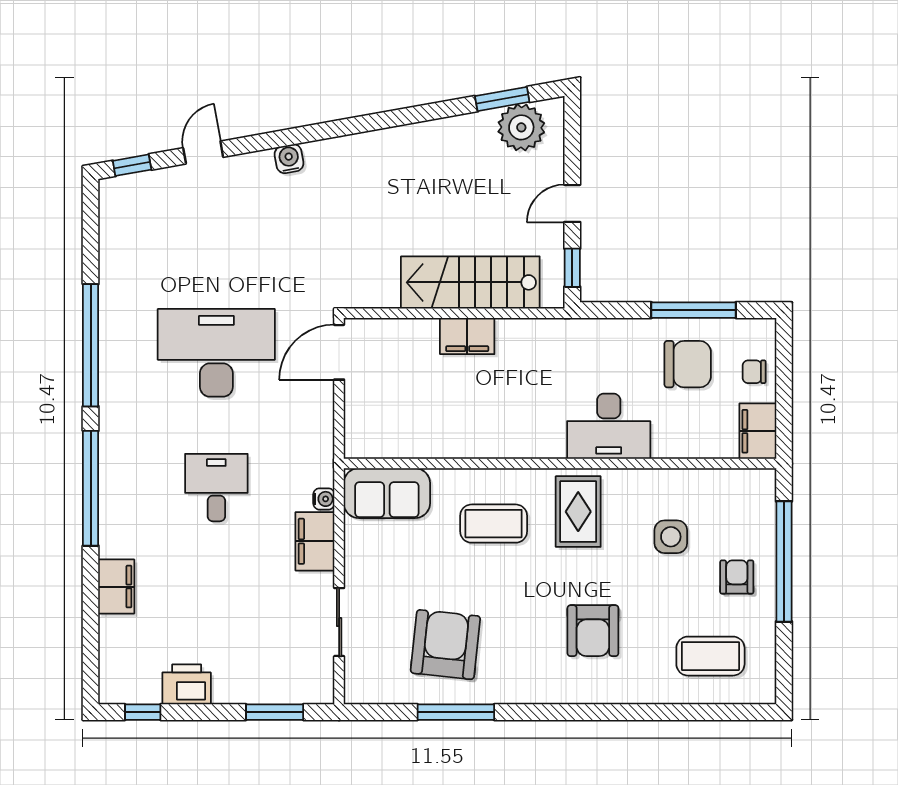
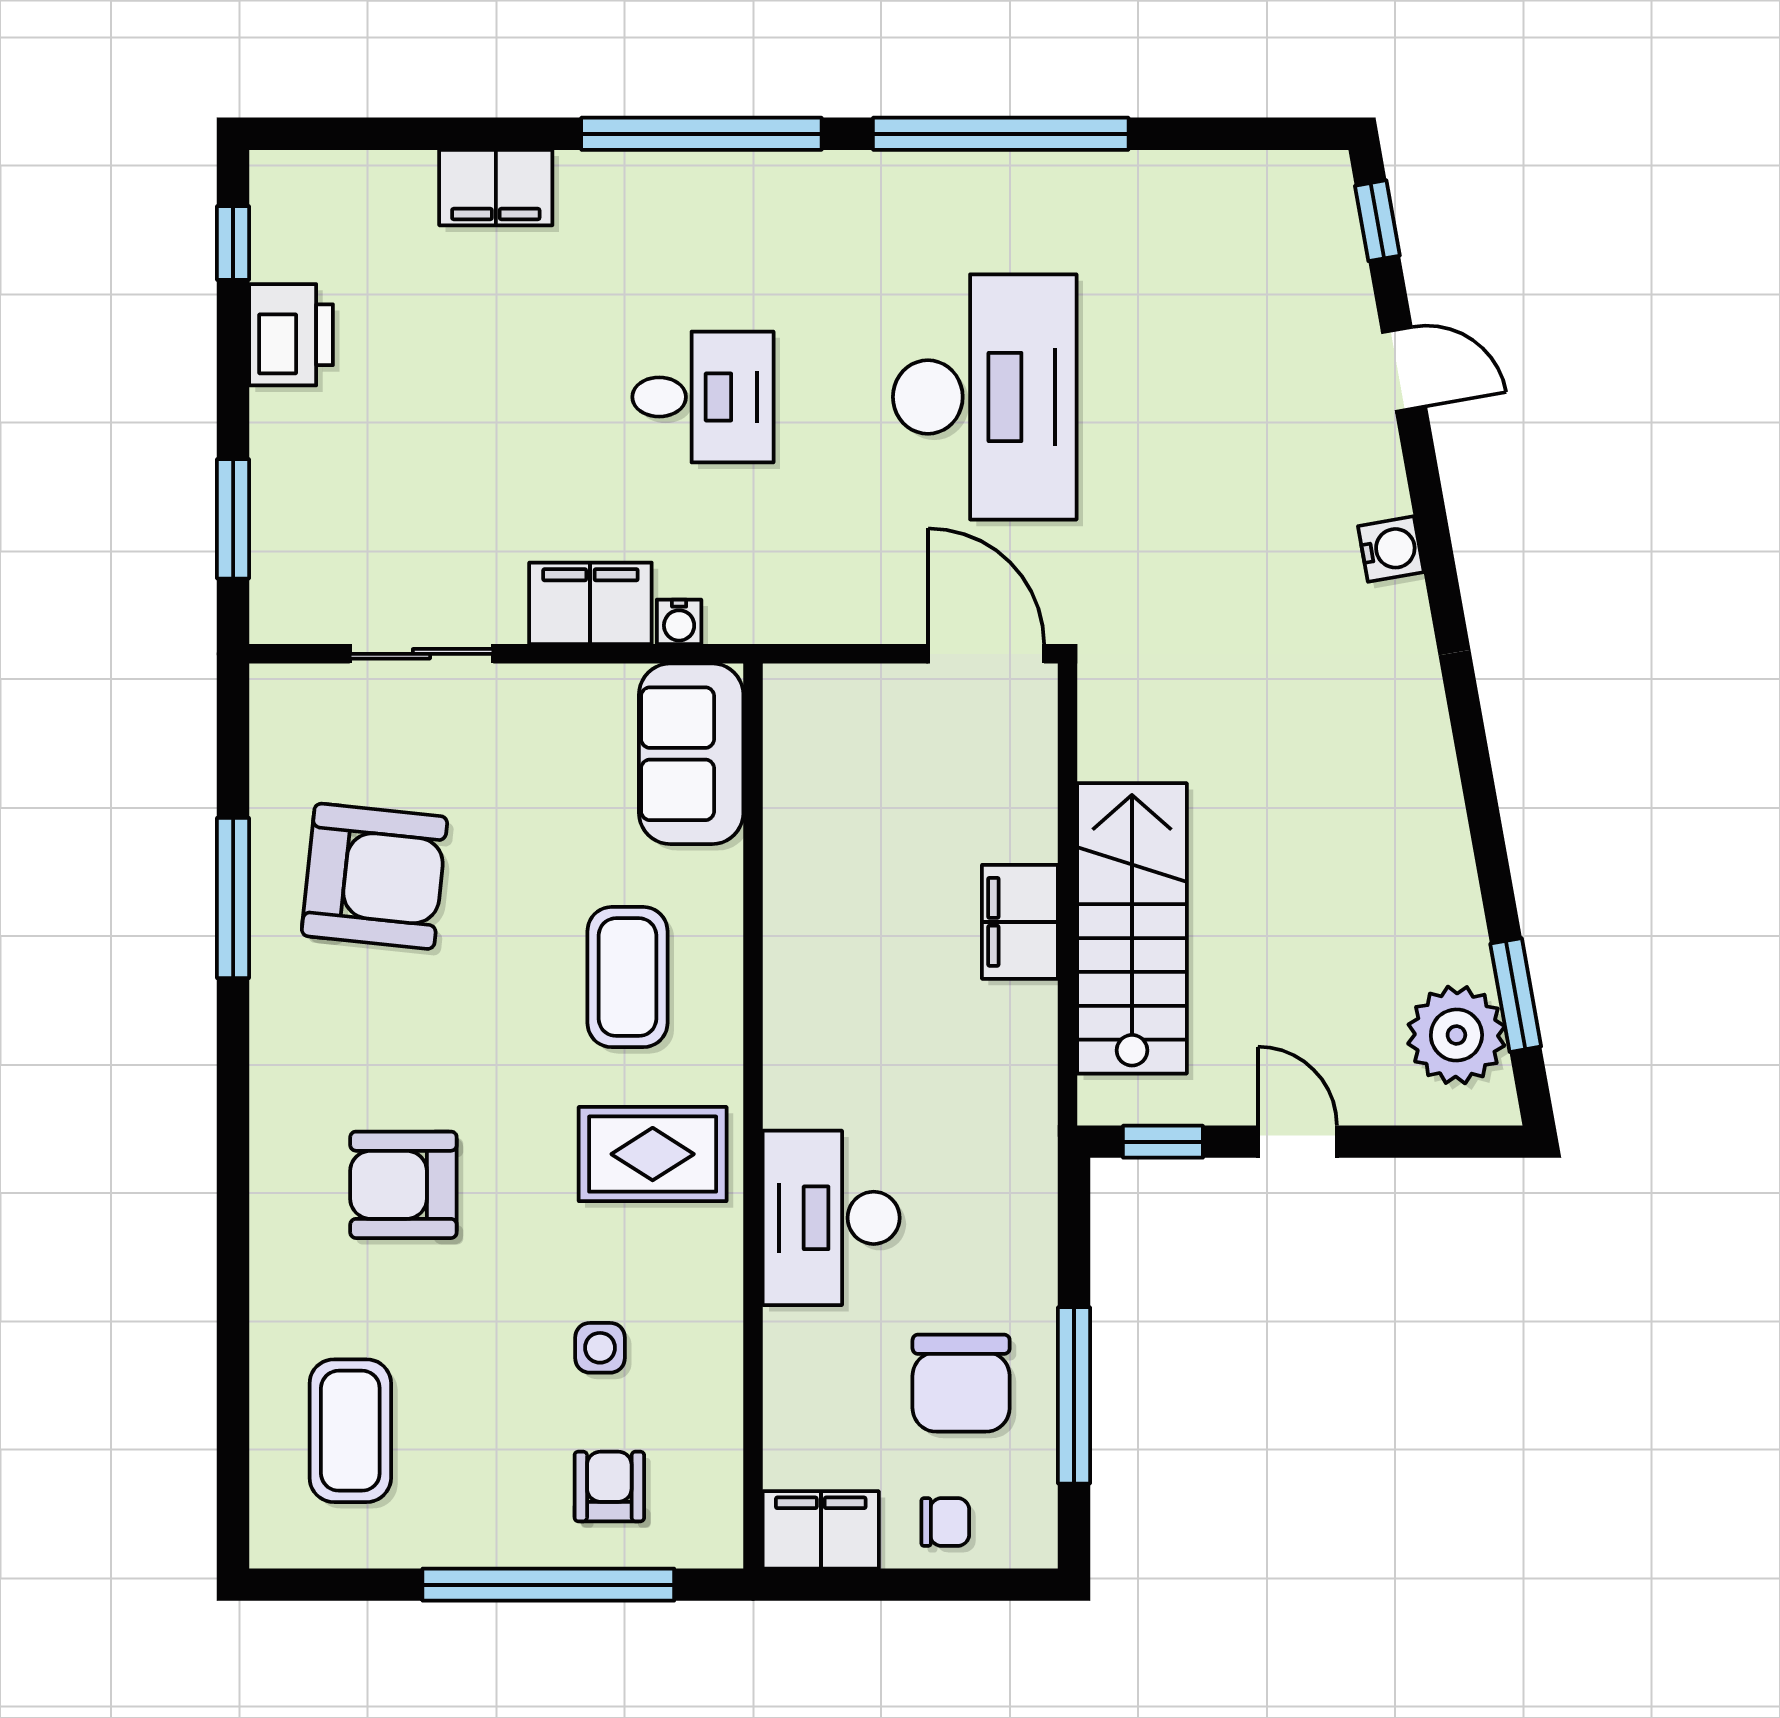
chair: (754, 372) -> (945, 1522), turned 90
side table: (671, 537) -> (600, 1348), width x0.73, depth x0.73
armchair: (737, 577) -> (609, 1486), moved, turned -90

